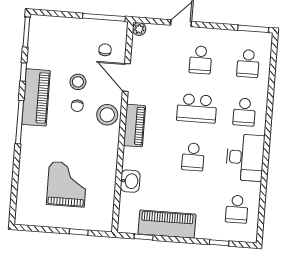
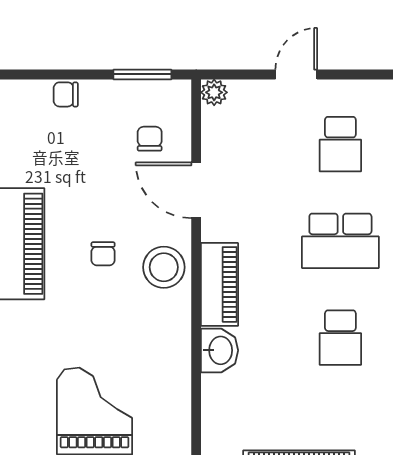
window: (104, 17) -> (142, 74), width x0.69
chair: (65, 24) -> (66, 94), added
stool: (78, 82) -> (101, 206), removed
washbasin: (130, 181) -> (220, 350), moved

